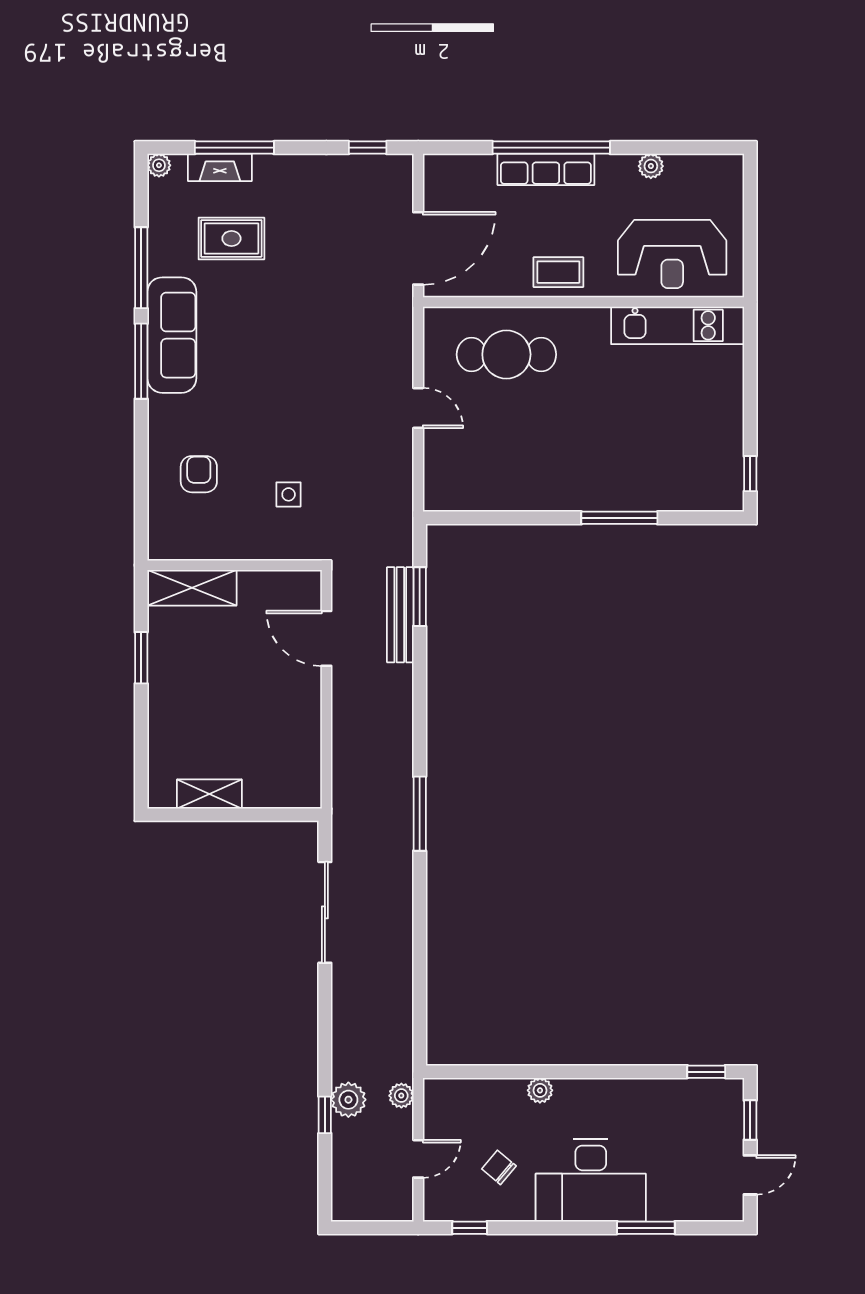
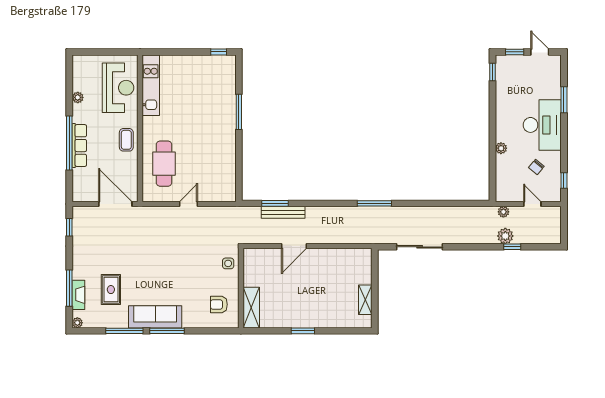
wall: (235, 565) -> (241, 288), moved
shelving: (192, 588) -> (251, 308), moved

